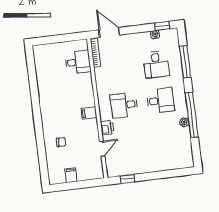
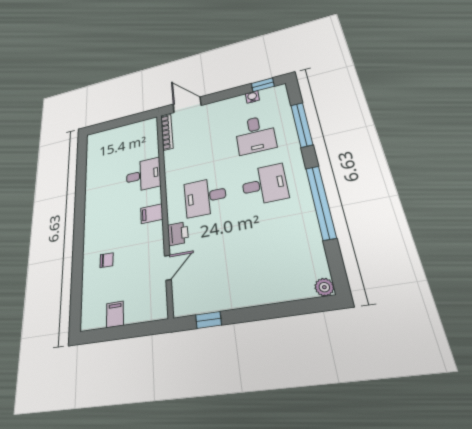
desk: (78, 62) -> (143, 175), moved
plant: (184, 122) -> (324, 287), moved

